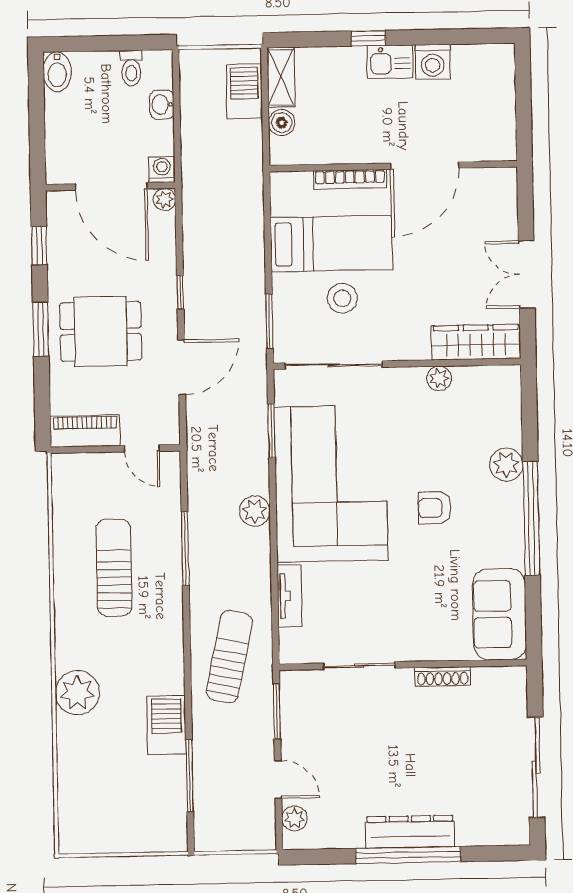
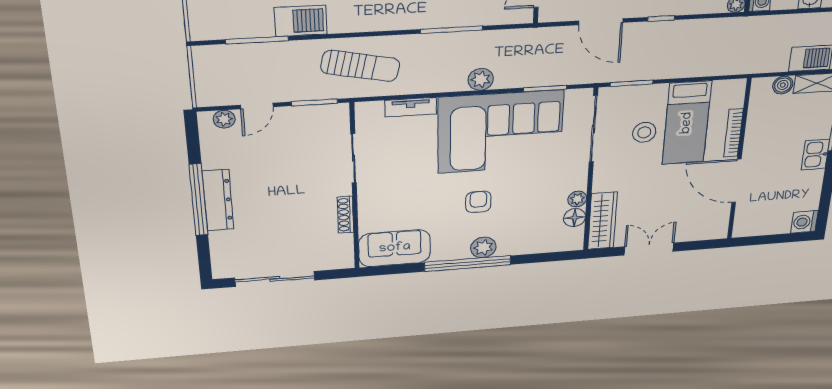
washing machine: (433, 62) -> (804, 222), moved
floor lamp: (468, 380) -> (575, 218), added
plant: (506, 465) -> (483, 247), moved

